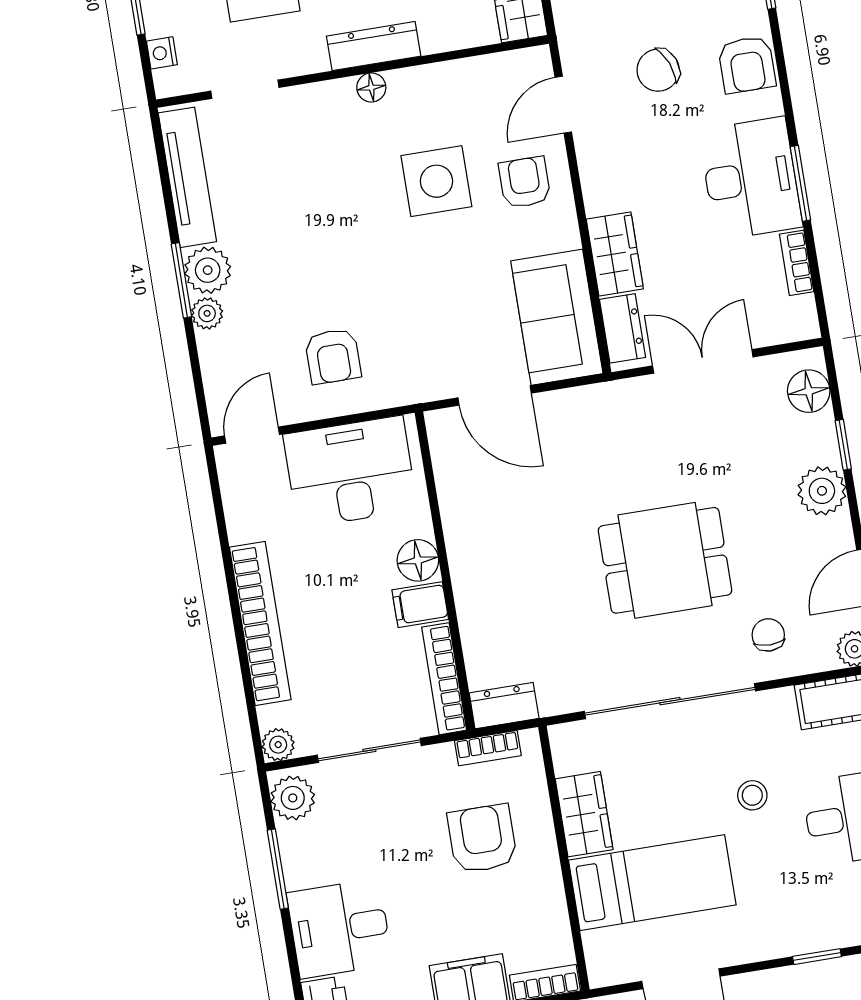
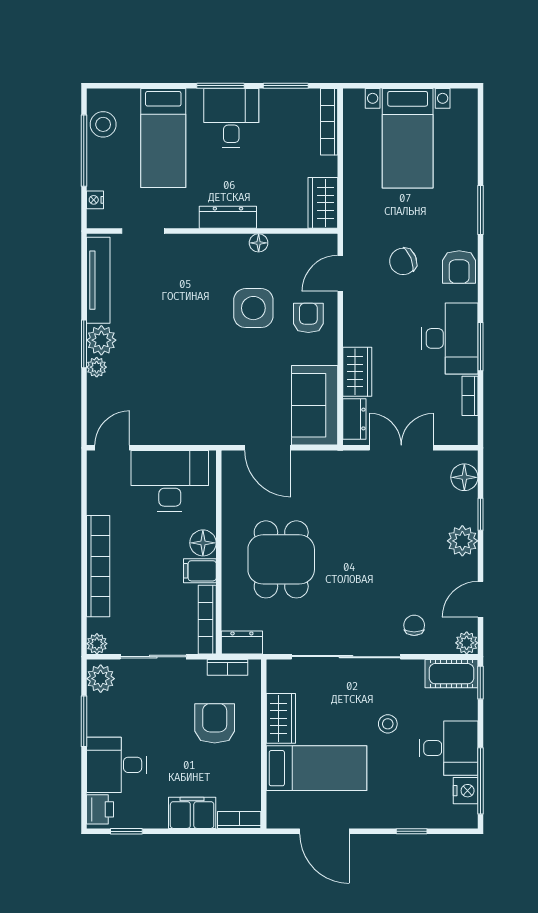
floor lamp: (371, 88) -> (259, 243), moved
armchair: (333, 356) -> (171, 407), removed
dining table: (665, 560) -> (281, 559), moved, turned 90

